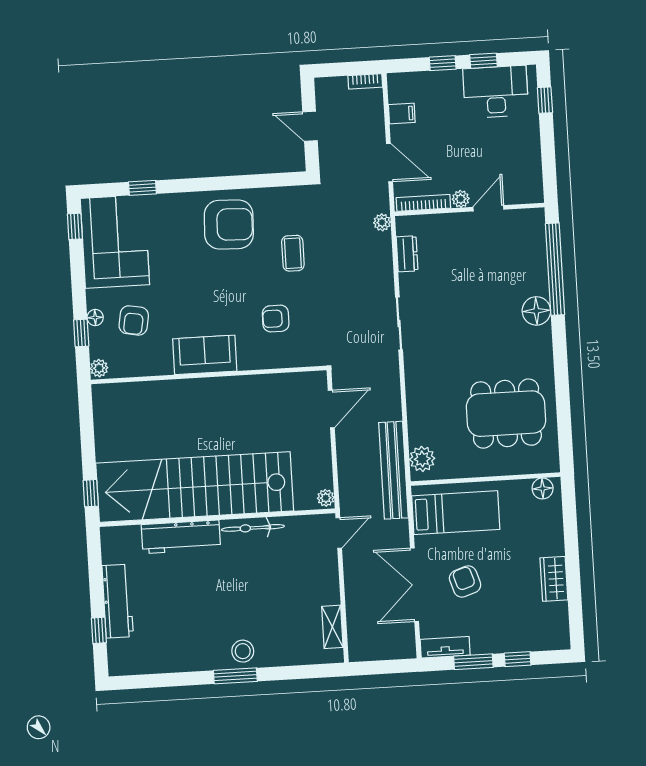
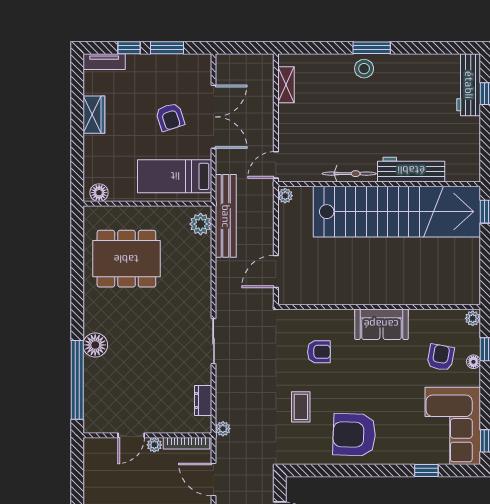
workbench: (118, 601) -> (469, 85), moved
tv unit: (445, 647) -> (104, 62), moved

